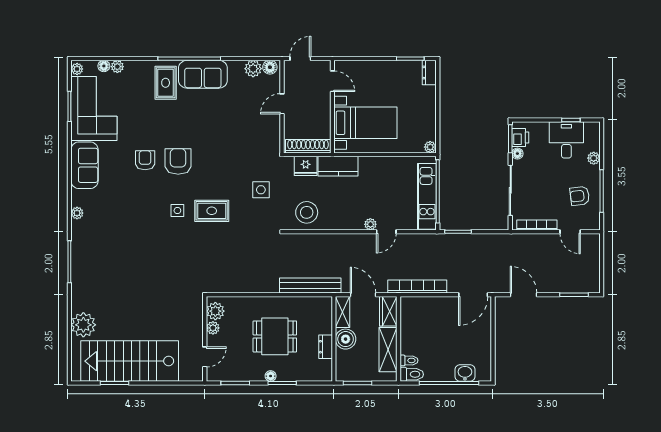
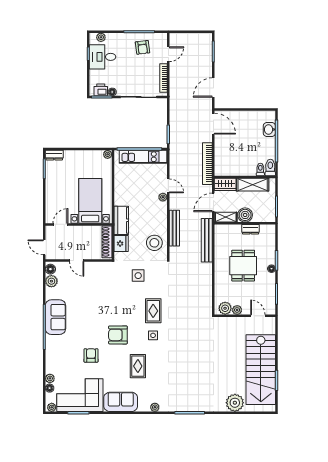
rug: (166, 83) -> (138, 366), moved, turned 90
plant: (594, 158) -> (101, 37), moved
armchair: (145, 160) -> (91, 355), moved, turned 90
bench: (327, 240) -> (174, 228), added

